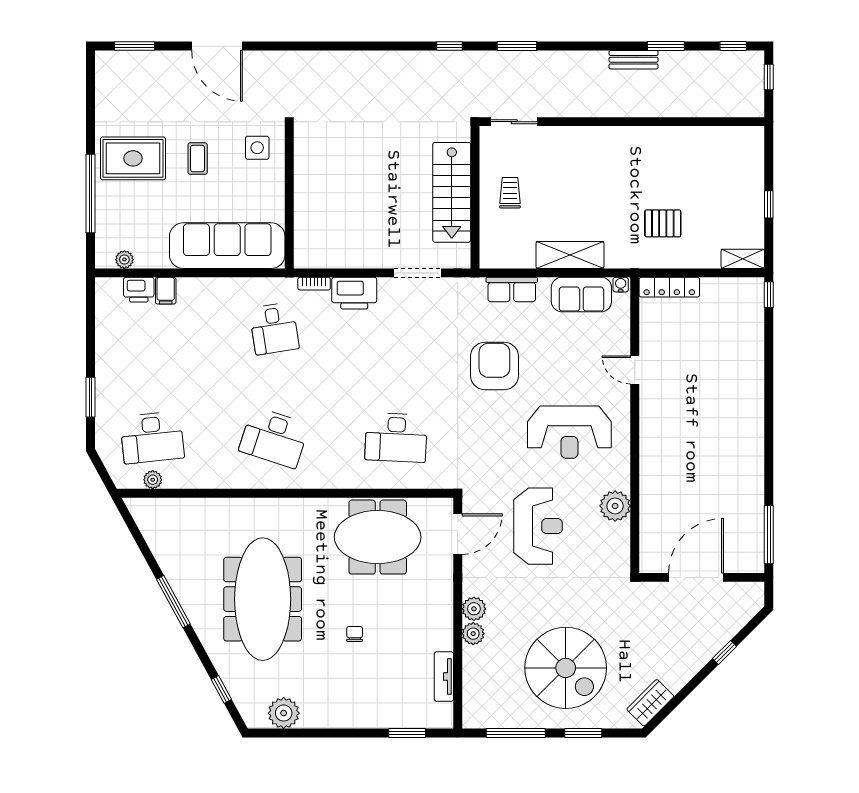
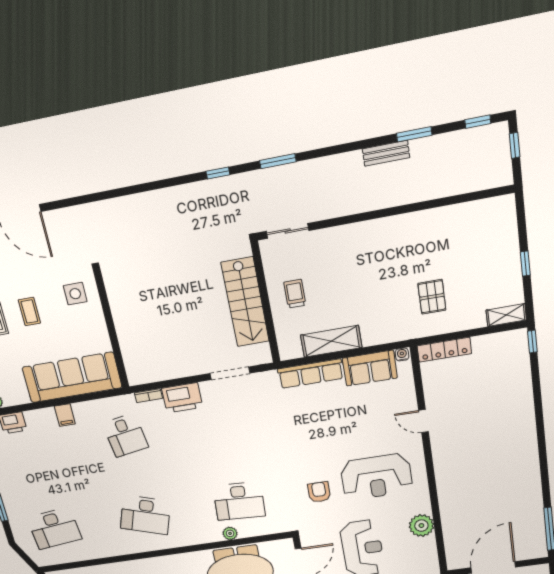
pallet: (663, 223) -> (432, 297), turned 90
shelving: (570, 255) -> (331, 341), moved
row of seats: (512, 289) -> (311, 374), width x1.48
filing cabinet: (166, 291) -> (65, 415), moved
armchair: (494, 366) -> (319, 492), moved, width x0.53, depth x0.53
plant: (153, 480) -> (230, 533), moved

